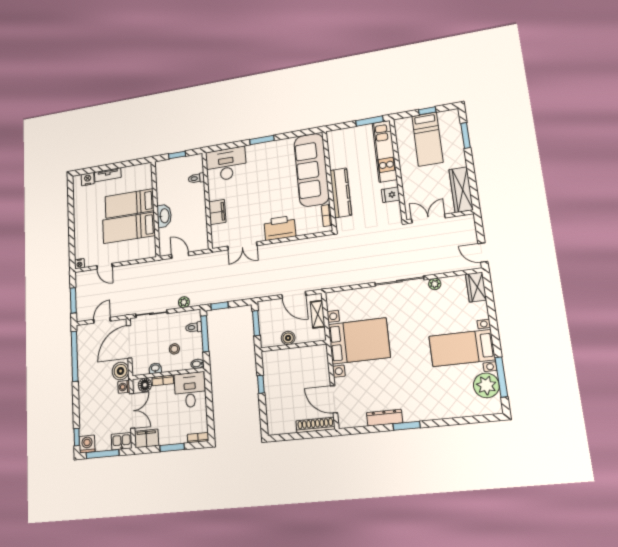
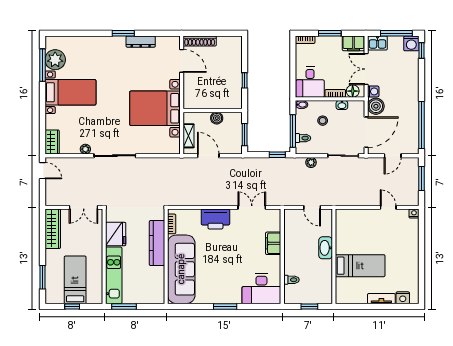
fridge: (391, 195) -> (116, 234), width x1.88, depth x1.34
bed: (129, 228) -> (362, 242), removed

